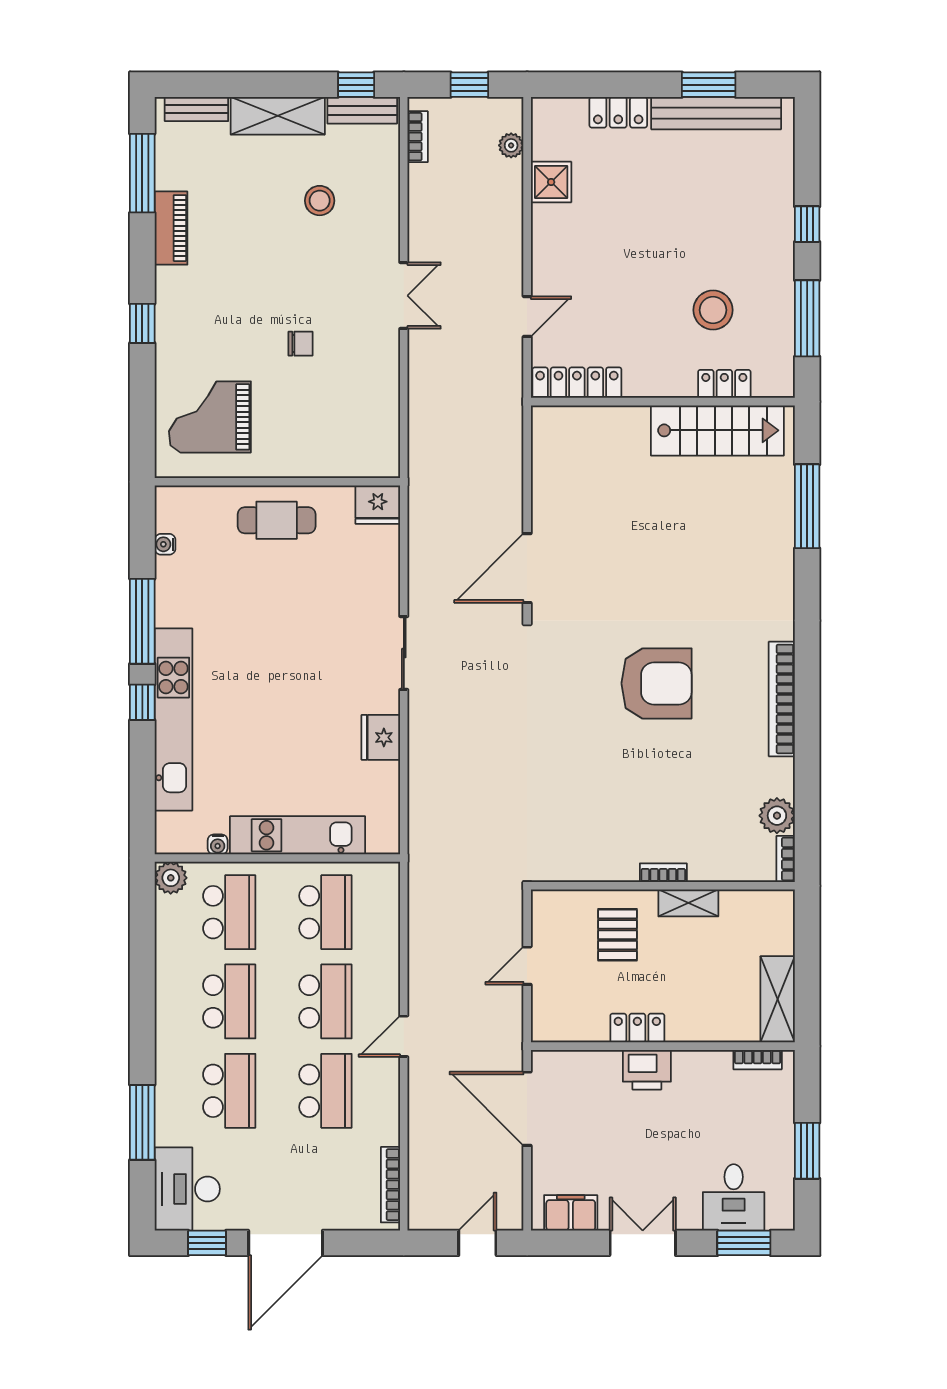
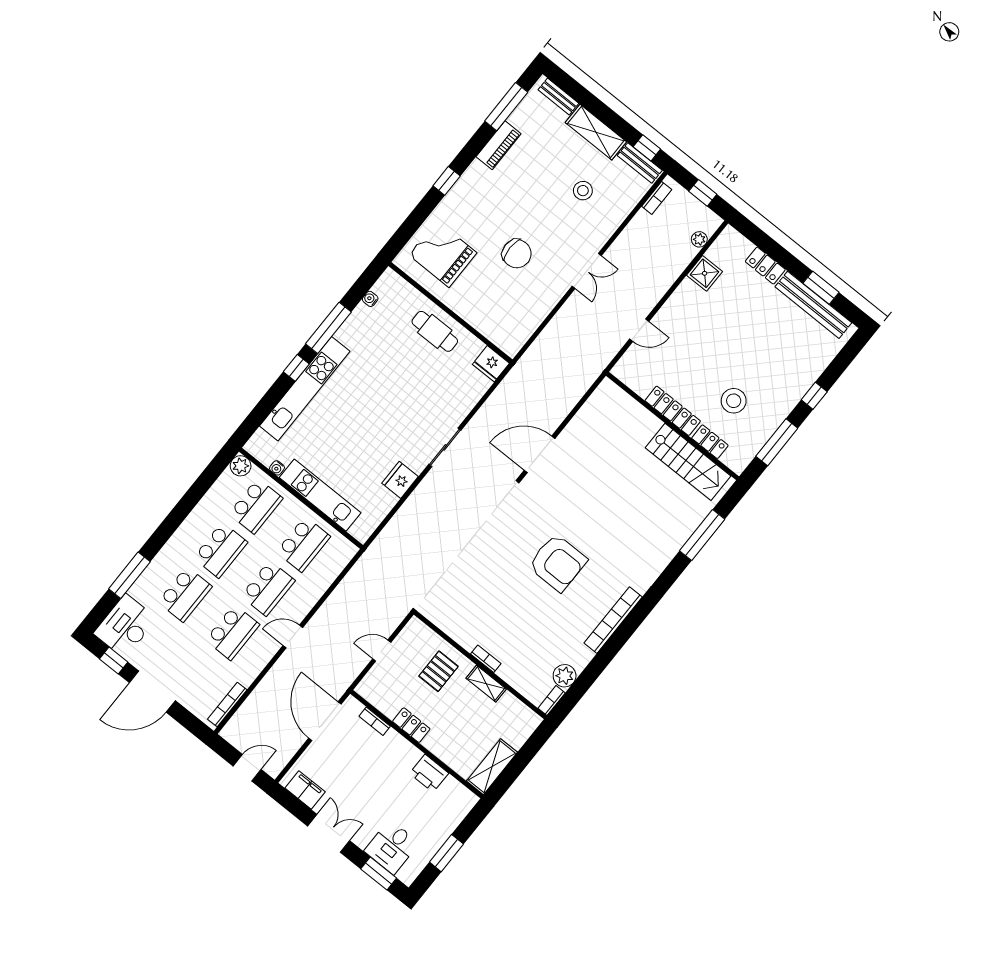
chair: (301, 344) -> (517, 254), width x1.87, depth x1.87
locker: (577, 383) -> (673, 411), moved
bookcase: (758, 1060) -> (375, 721), moved
printer: (647, 1070) -> (429, 773), moved

